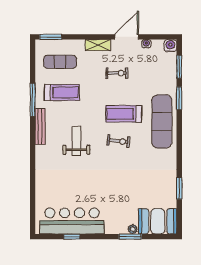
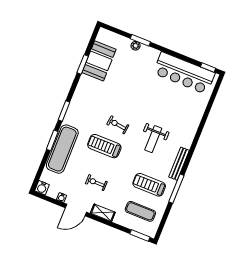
window: (179, 67) -> (64, 111), moved
treadmill: (124, 114) -> (104, 146), turned 180
exercise mat: (162, 121) -> (62, 149), moved
booth: (158, 221) -> (99, 61), moved, turned 90
window: (72, 237) -> (208, 67), moved

